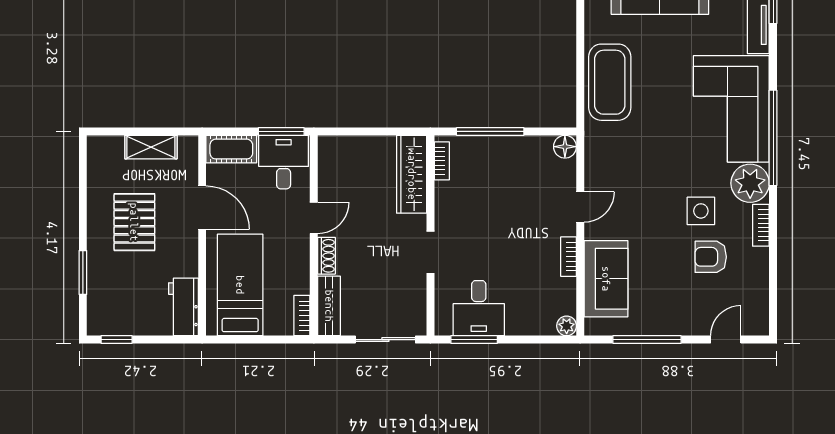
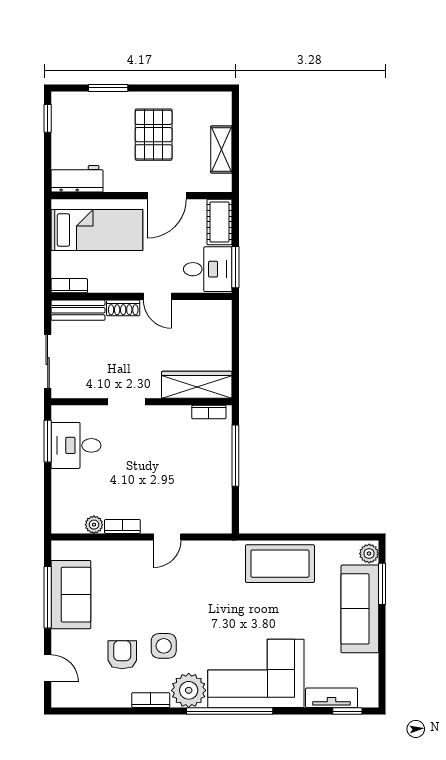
floor lamp: (565, 147) -> (222, 523), removed
door: (580, 207) -> (167, 537), hinge flipped
pallet: (134, 222) -> (154, 135), turned 90
sofa: (606, 279) -> (71, 595), moved, turned -90
plant: (567, 326) -> (94, 525), moved

